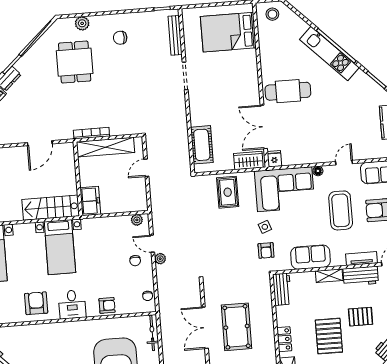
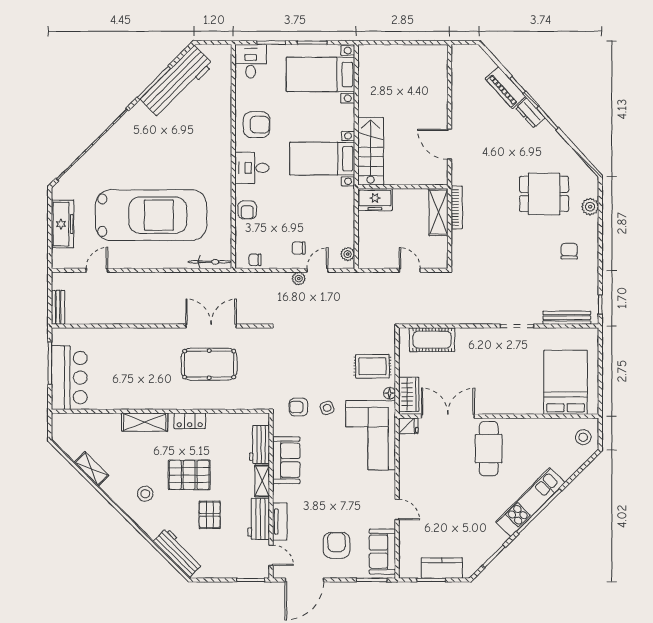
shelving: (105, 147) -> (438, 212), width x0.68
floor lamp: (318, 171) -> (390, 393), moved
coffee table: (341, 210) -> (340, 501), removed
workbench: (282, 289) -> (259, 444), moved, turned 90

